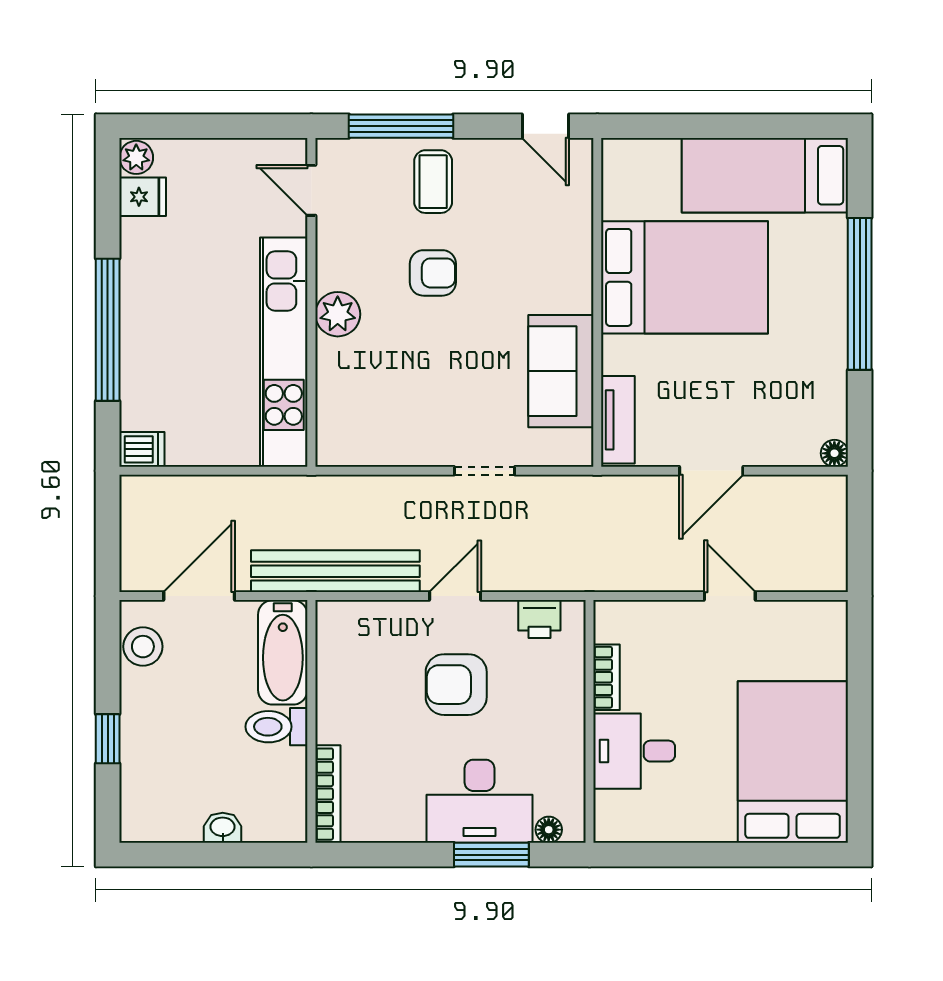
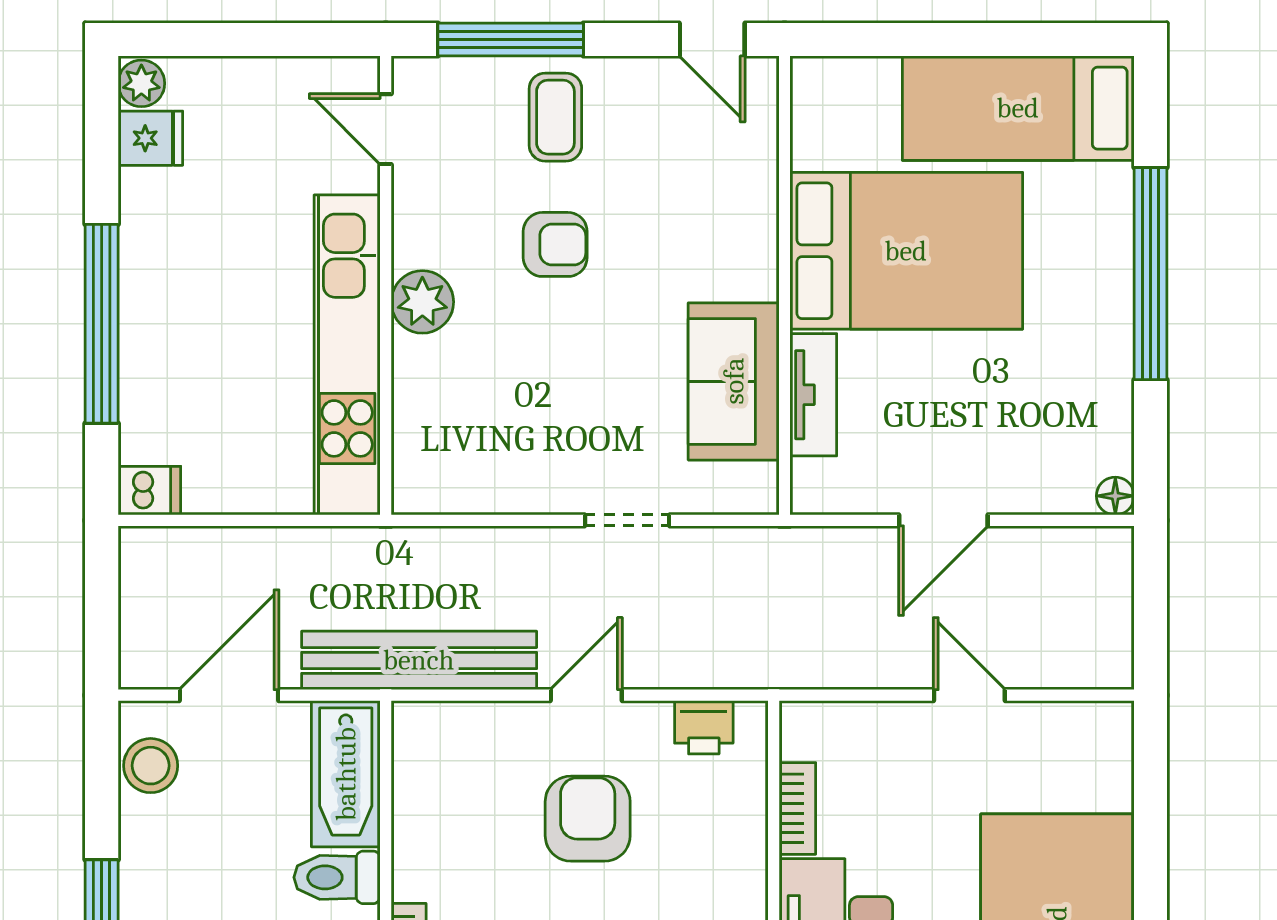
tv unit: (618, 420) -> (813, 395), moved
armchair: (456, 685) -> (588, 819), turned 90

